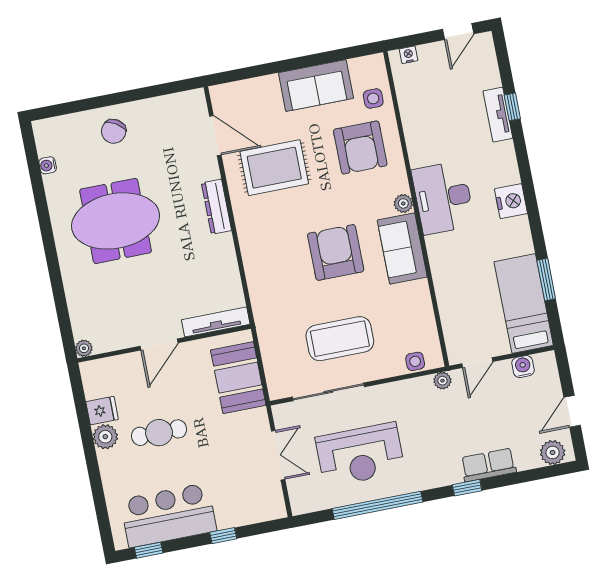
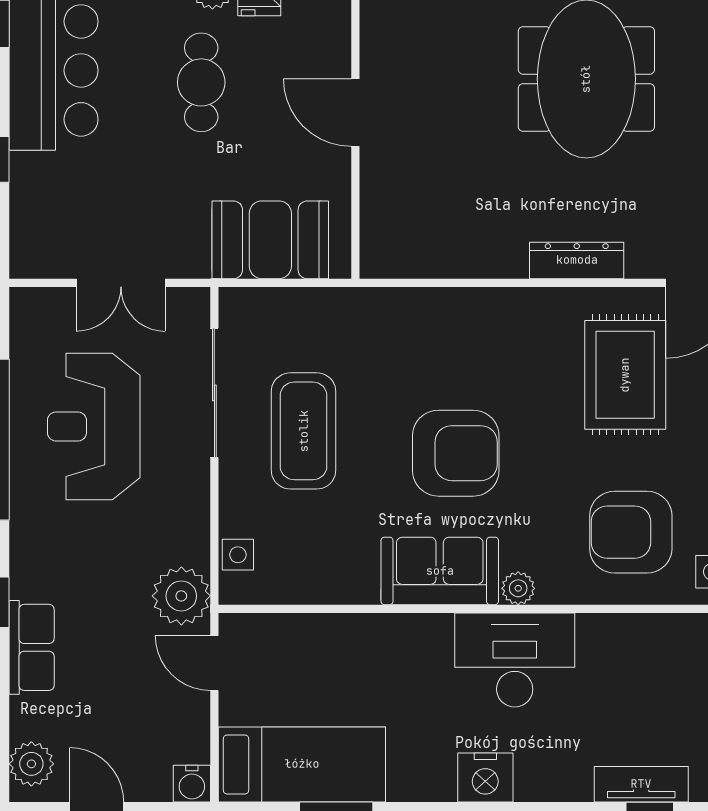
tv unit: (216, 322) -> (375, 220), removed
water cooler: (523, 367) -> (192, 784), moved, turned 90
plant: (442, 381) -> (181, 596), width x1.88, depth x1.88

